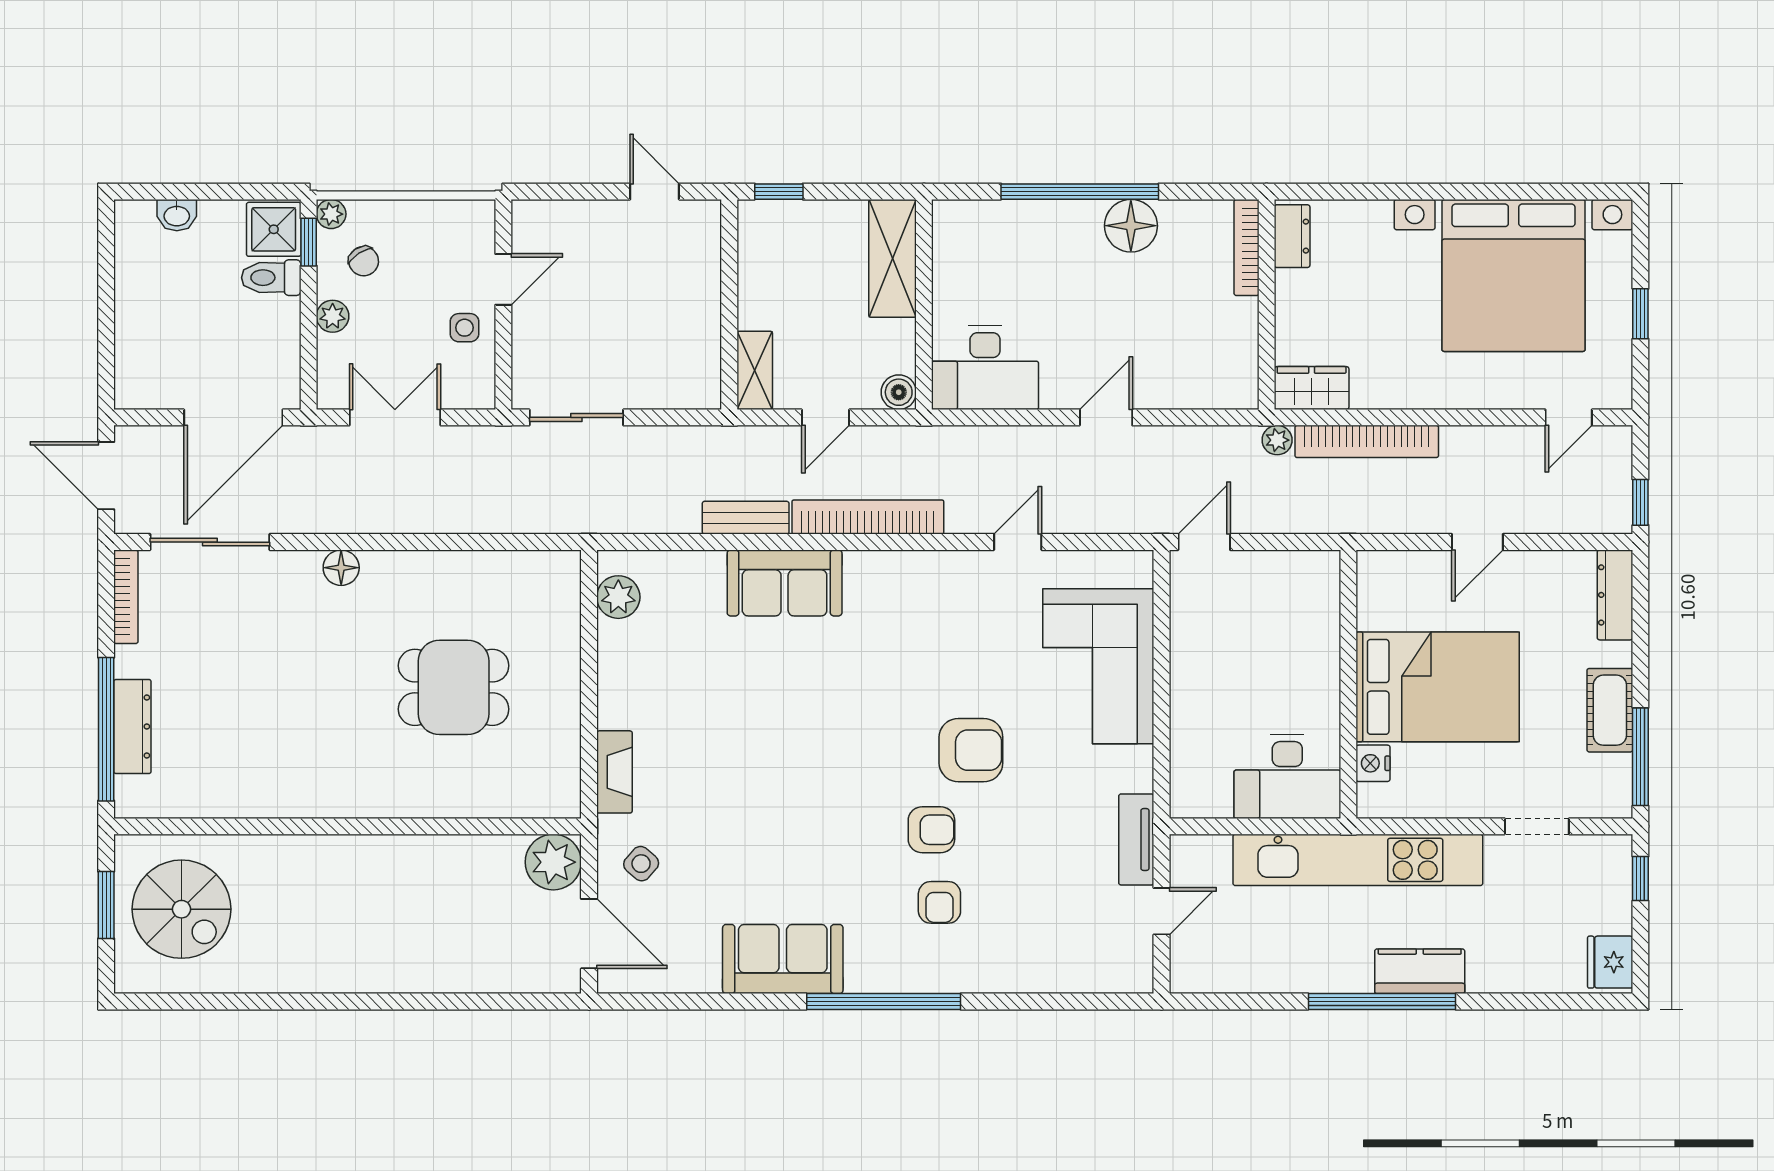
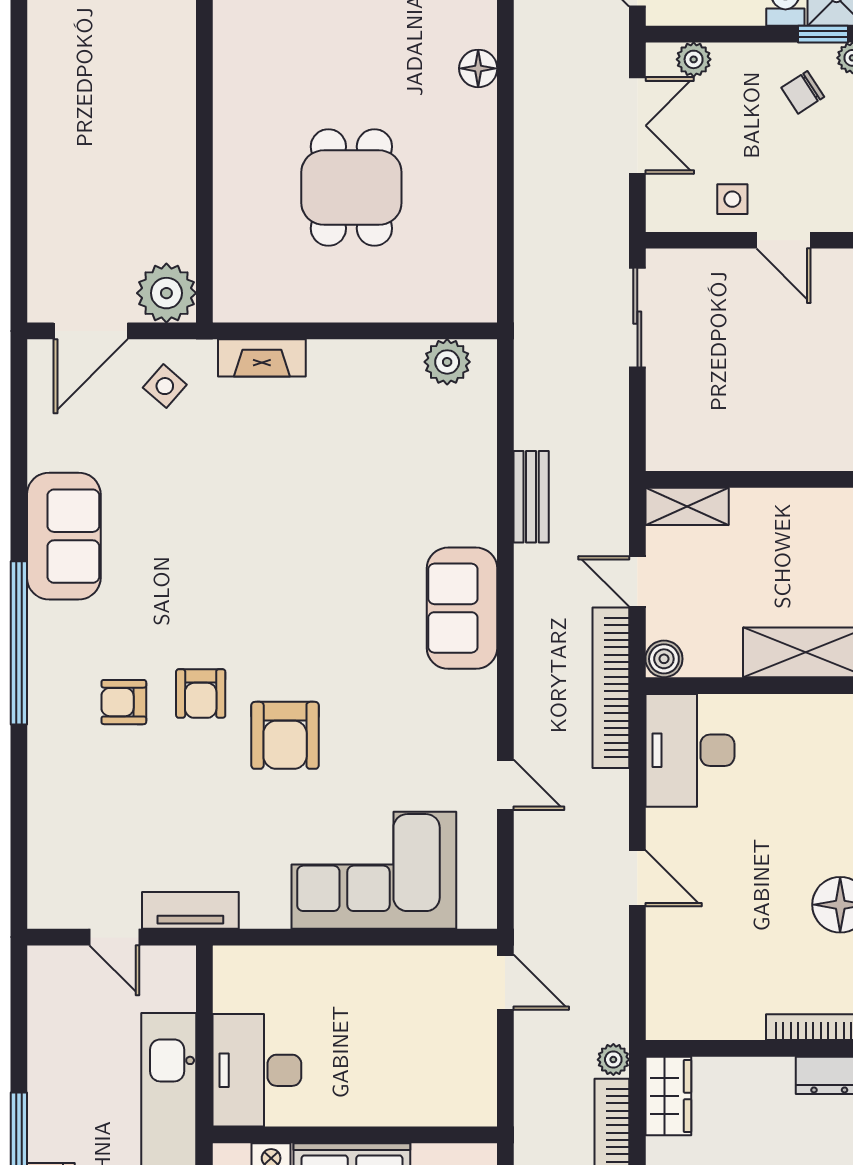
plant: (333, 316) -> (694, 59), moved
bookcase: (868, 517) -> (611, 688), moved, turned 180
sofa: (785, 583) -> (462, 608), moved

